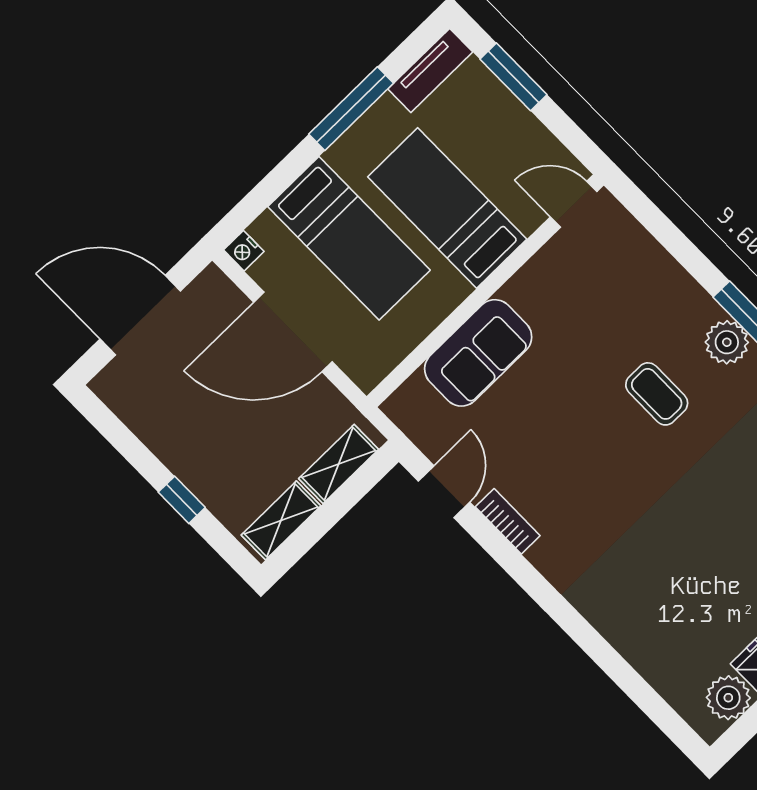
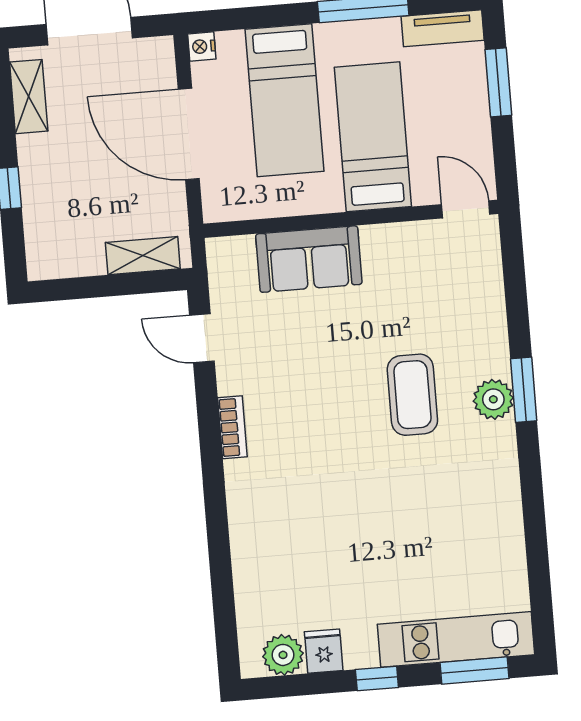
coffee table: (657, 394) -> (412, 395), width x1.36, depth x1.30
door: (444, 492) -> (202, 338), swing flipped
shelving: (281, 520) -> (29, 97), moved, turned 90
bookcase: (508, 521) -> (232, 427), moved

